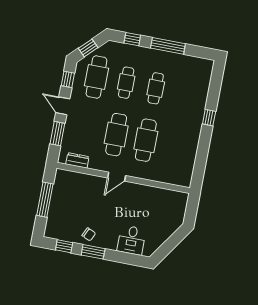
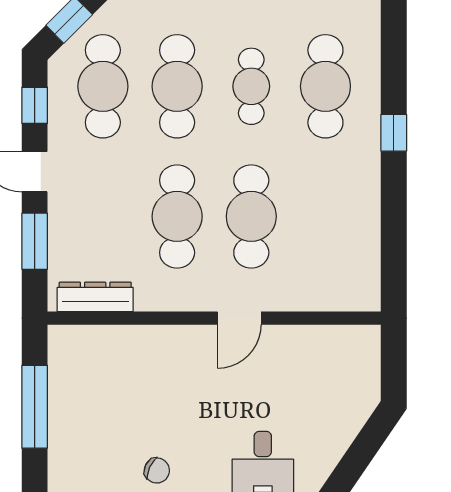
cafe table: (126, 83) -> (177, 86), width x1.37, depth x1.35
cafe table: (185, 94) -> (325, 86), added
dresser: (77, 160) -> (95, 297), width x1.44
door: (117, 177) -> (239, 318), moved

